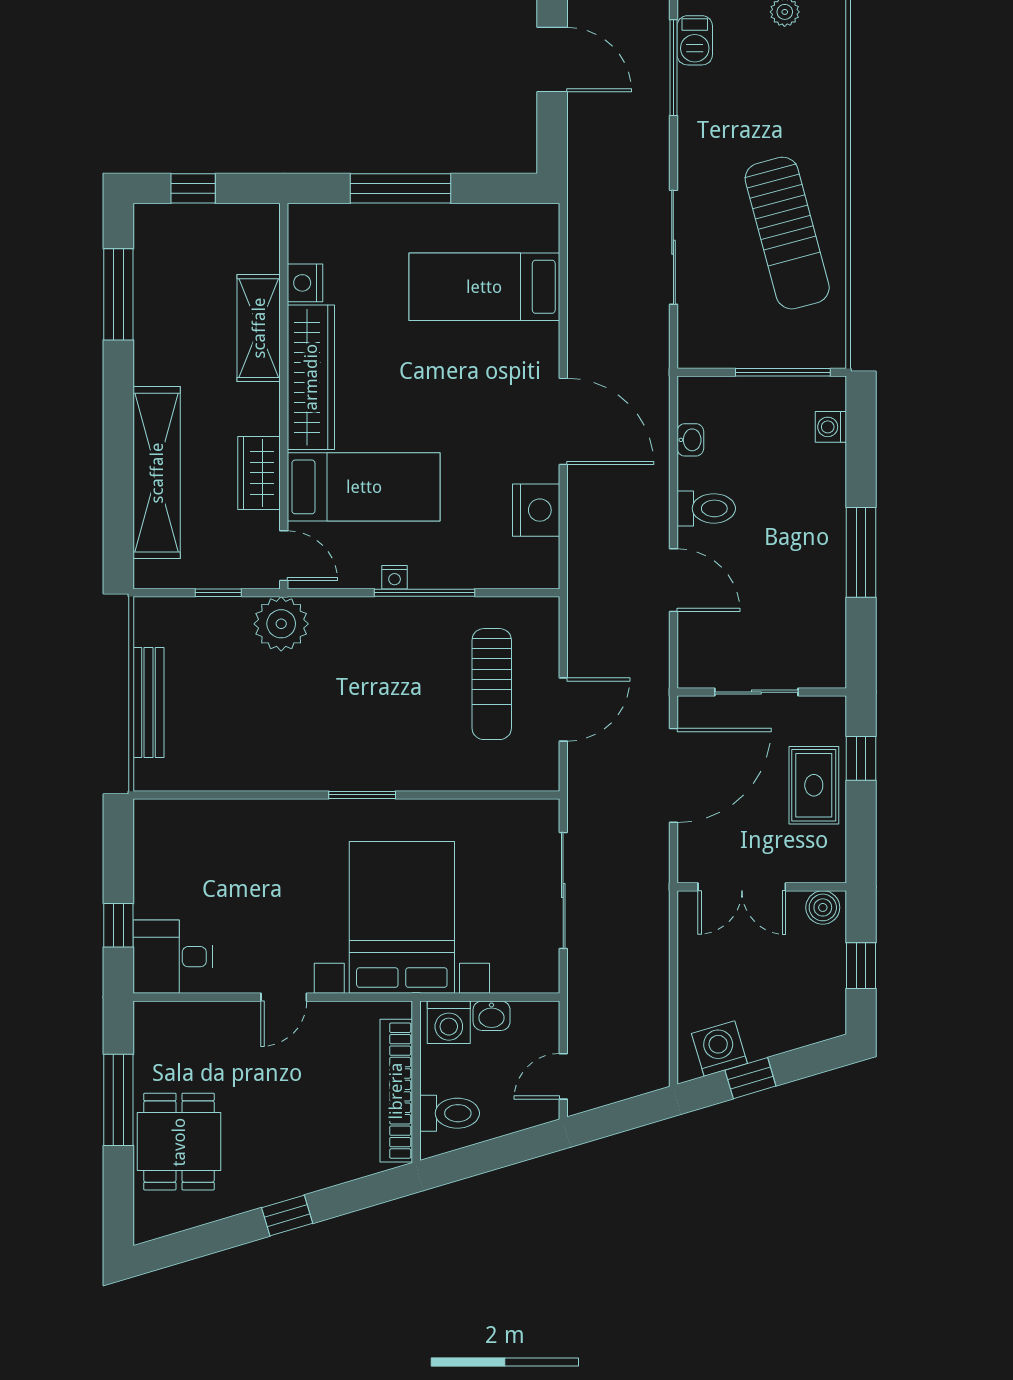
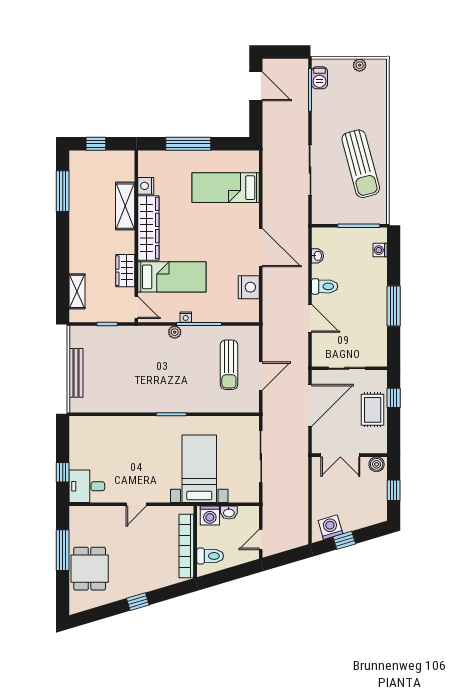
shelving: (157, 473) -> (77, 291), width x0.45, depth x0.75
plant: (281, 624) -> (175, 332), moved, width x0.53, depth x0.53
bed with nightstands: (402, 917) -> (199, 469), width x0.73

